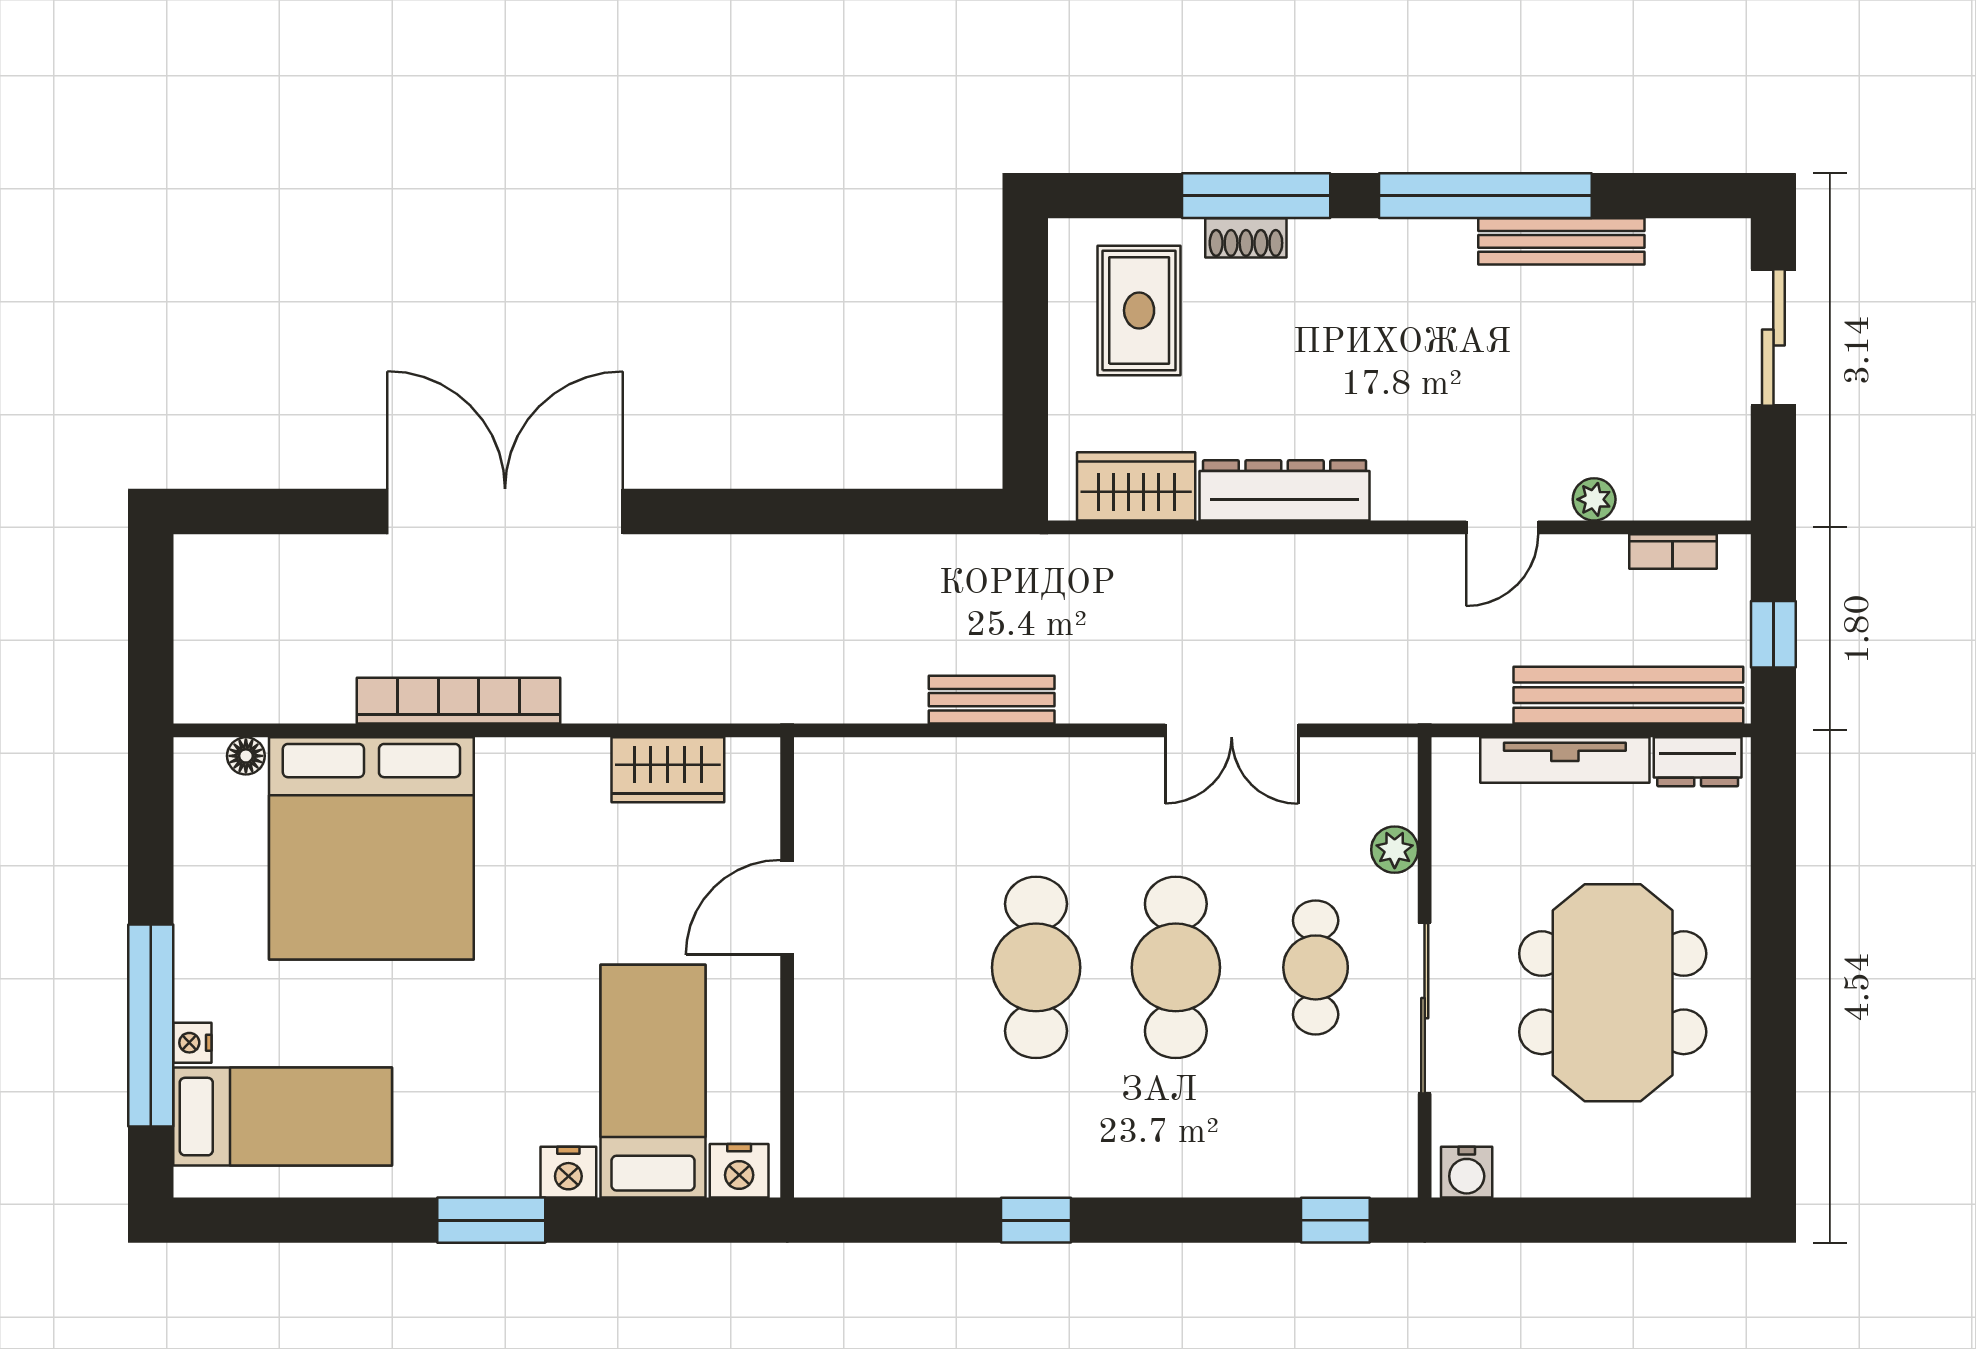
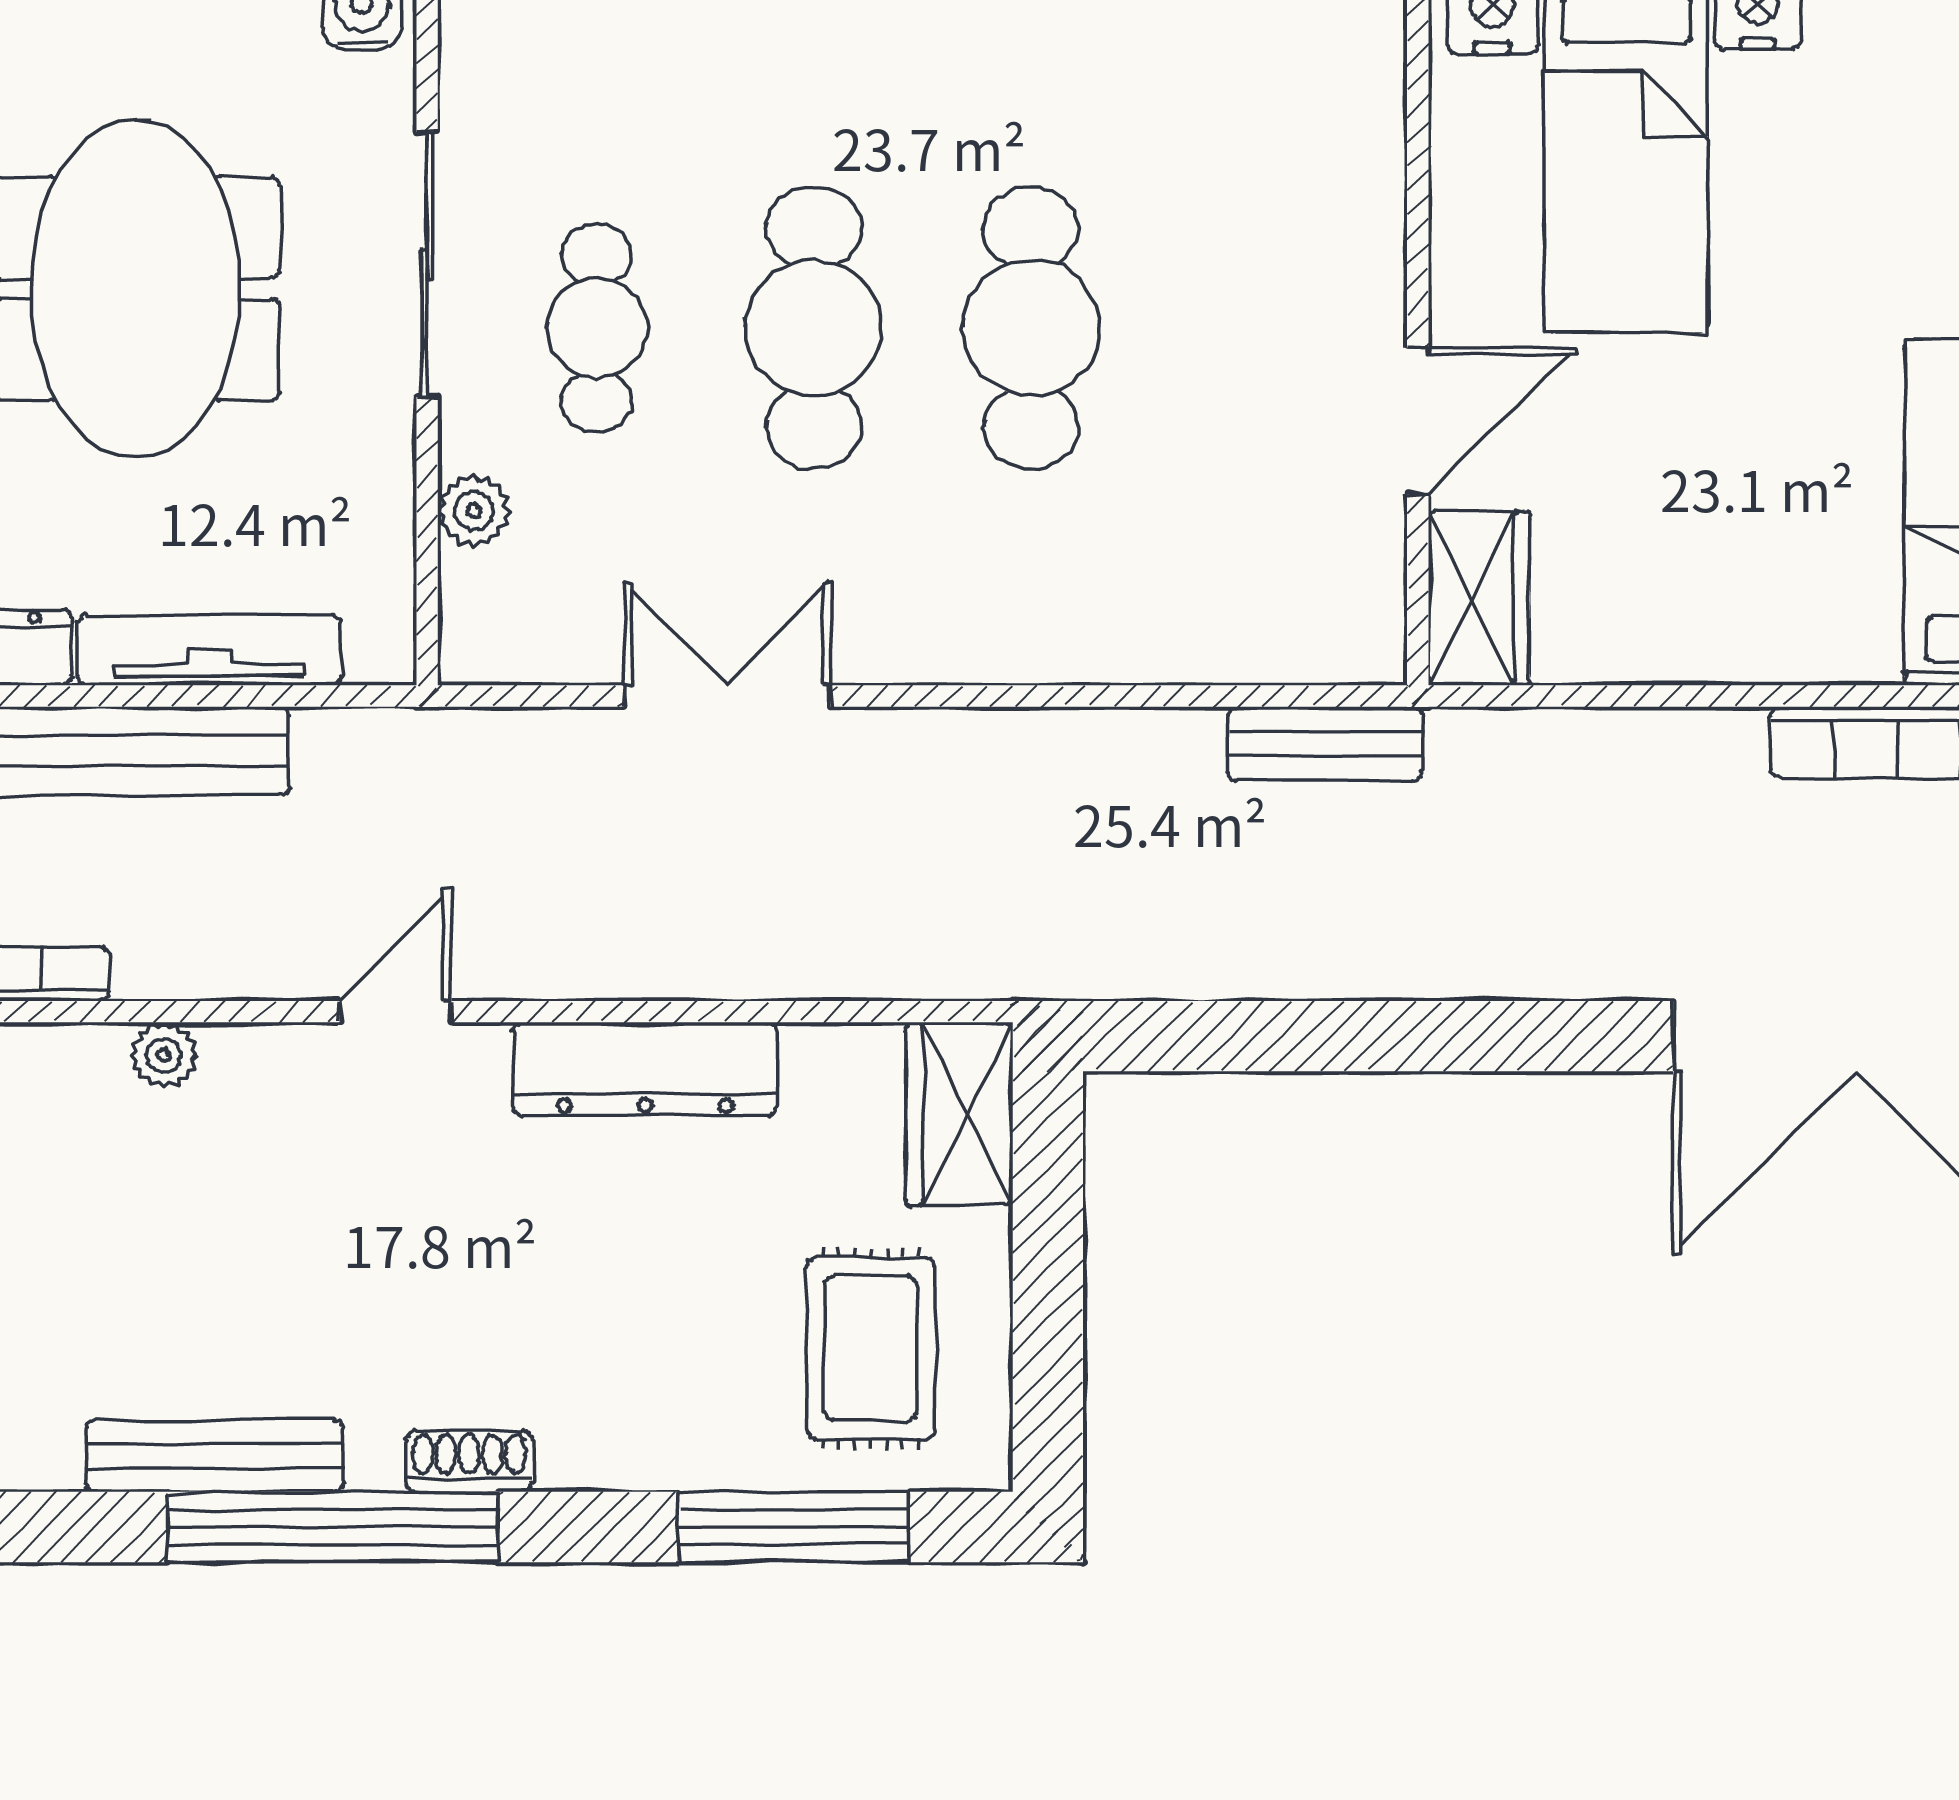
window: (1256, 196) -> (793, 1527), moved
shoe rack: (1246, 238) -> (469, 1461), moved
wardrobe: (1136, 486) -> (960, 1114), moved, turned 90
door: (1502, 527) -> (395, 1012), moved
bench: (992, 700) -> (1325, 744), moved
wardrobe: (668, 770) -> (1479, 598), moved, turned 90

